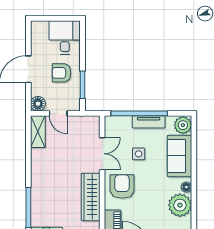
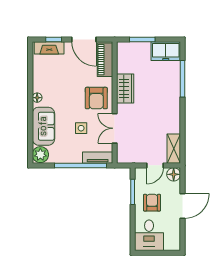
armchair: (61, 73) -> (152, 203), turned -90
door: (58, 113) -> (155, 165), swing flipped
tv unit: (149, 122) -> (98, 158), moved
wardrobe: (91, 197) -> (125, 89), width x0.67
plant: (180, 205) -> (43, 81), removed

